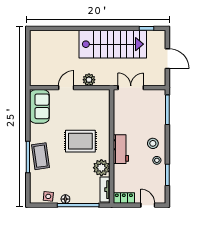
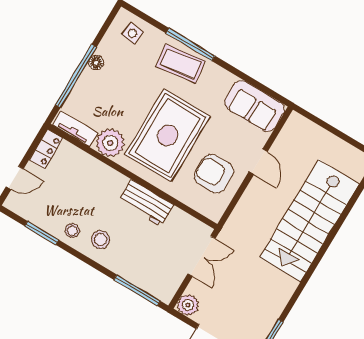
stairs: (113, 44) -> (309, 221), moved
plant: (89, 80) -> (188, 305), moved
armchair: (86, 106) -> (214, 174), added
rug: (80, 141) -> (168, 135), width x1.37, depth x1.44
workbench: (121, 149) -> (146, 203), moved
side table: (48, 196) -> (132, 33), moved

